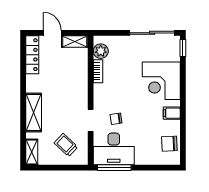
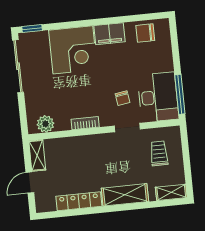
locker: (32, 55) -> (79, 201), moved
bookcase: (98, 71) -> (85, 123), moved
filing cabinet: (172, 113) -> (109, 34), width x2.00
chair: (169, 144) -> (145, 33), turned 93
trolley: (66, 145) -> (159, 153), turned 137

